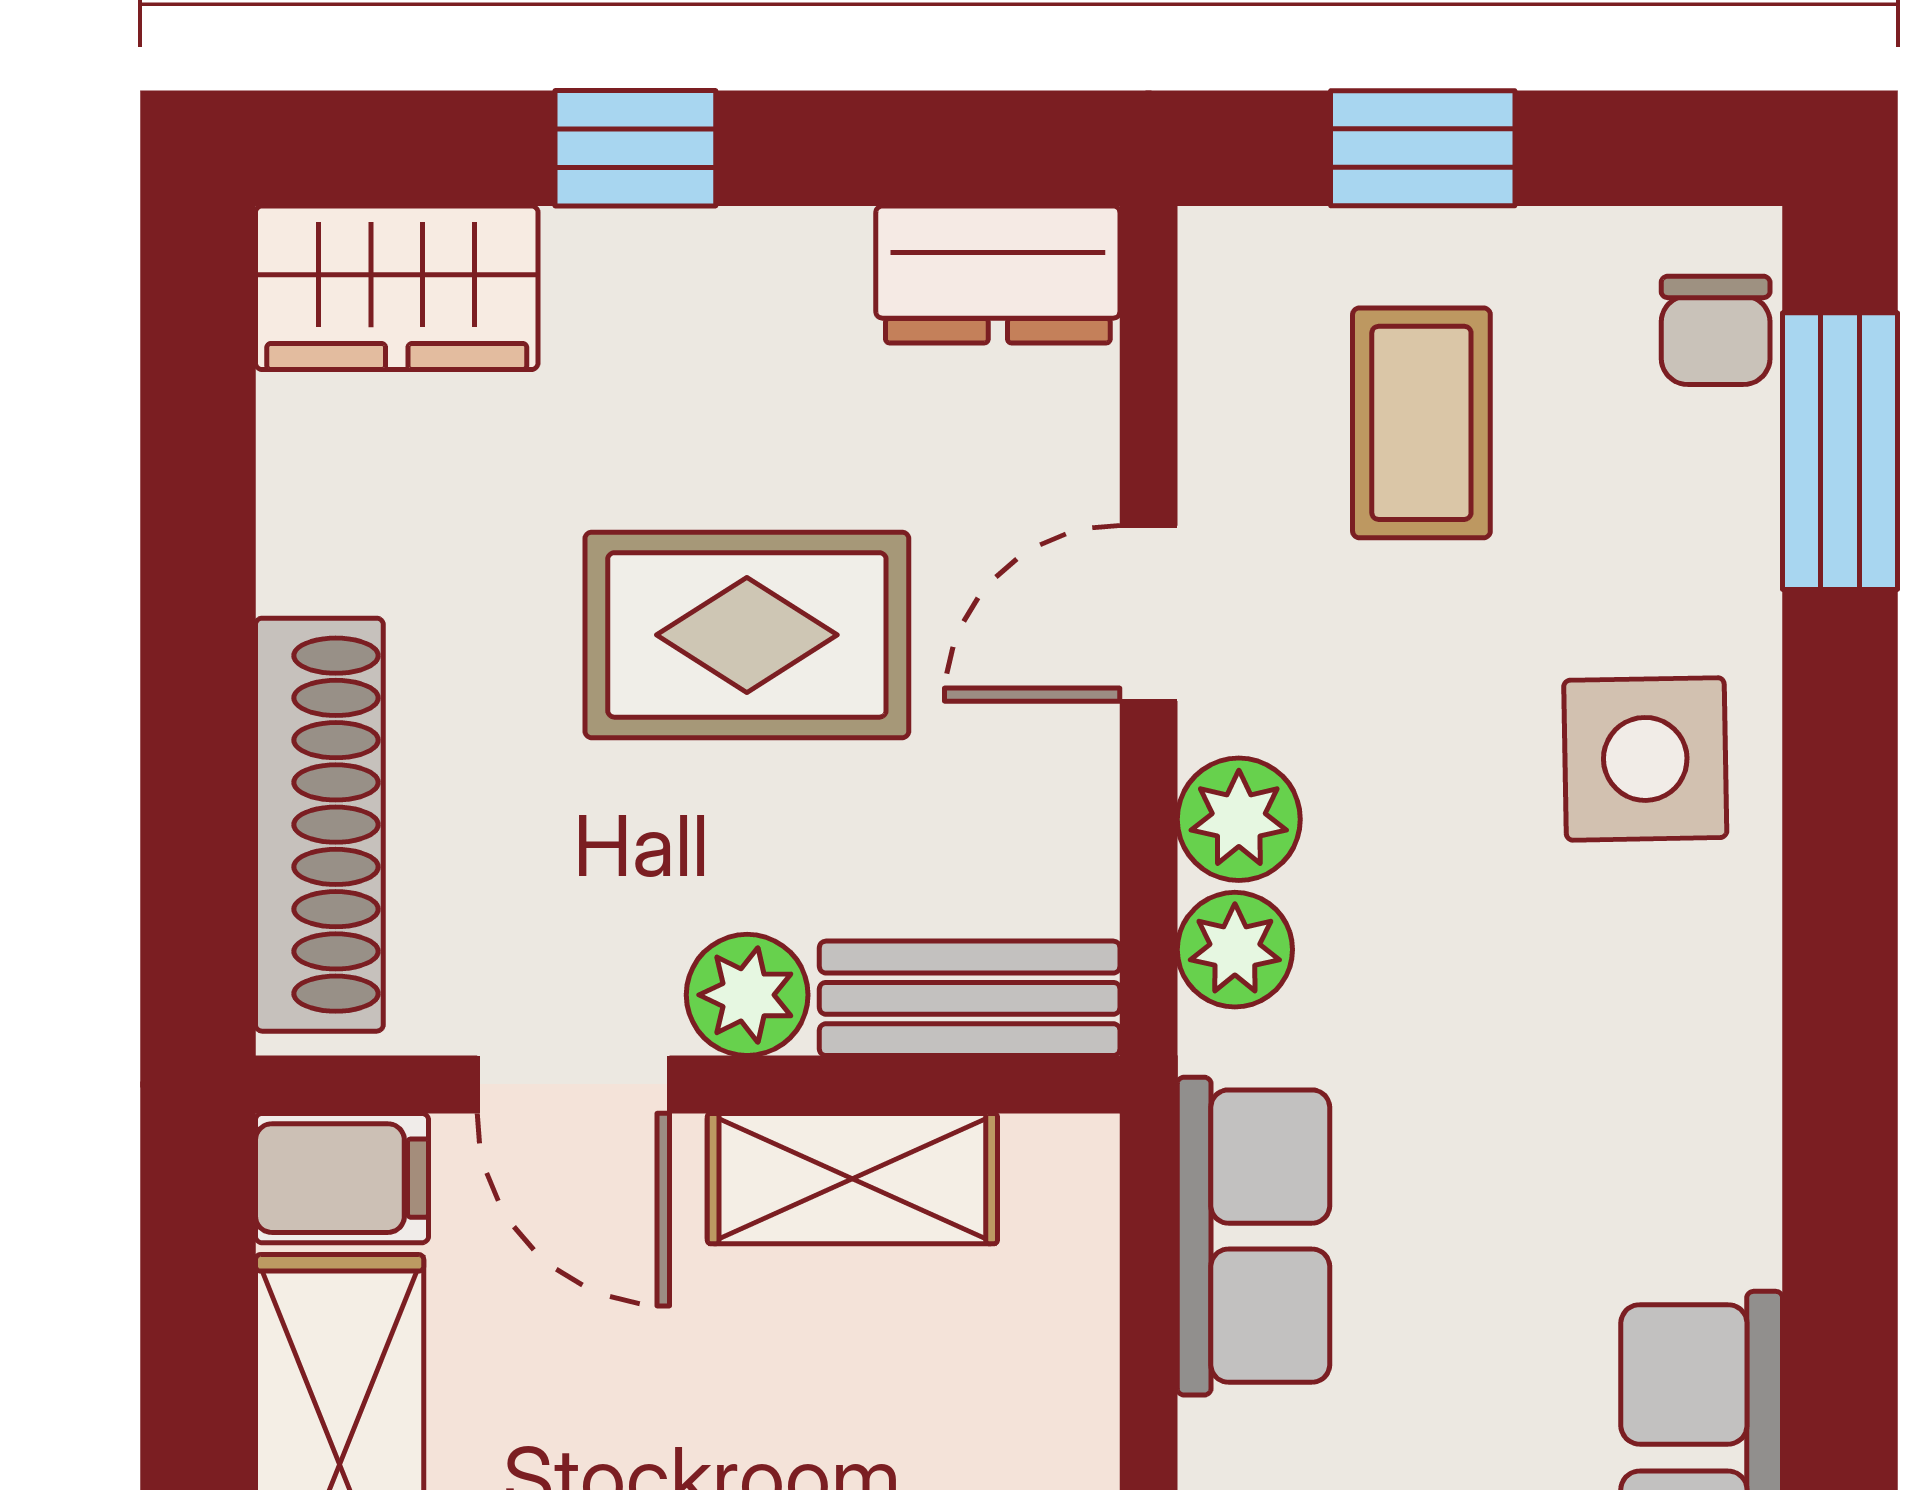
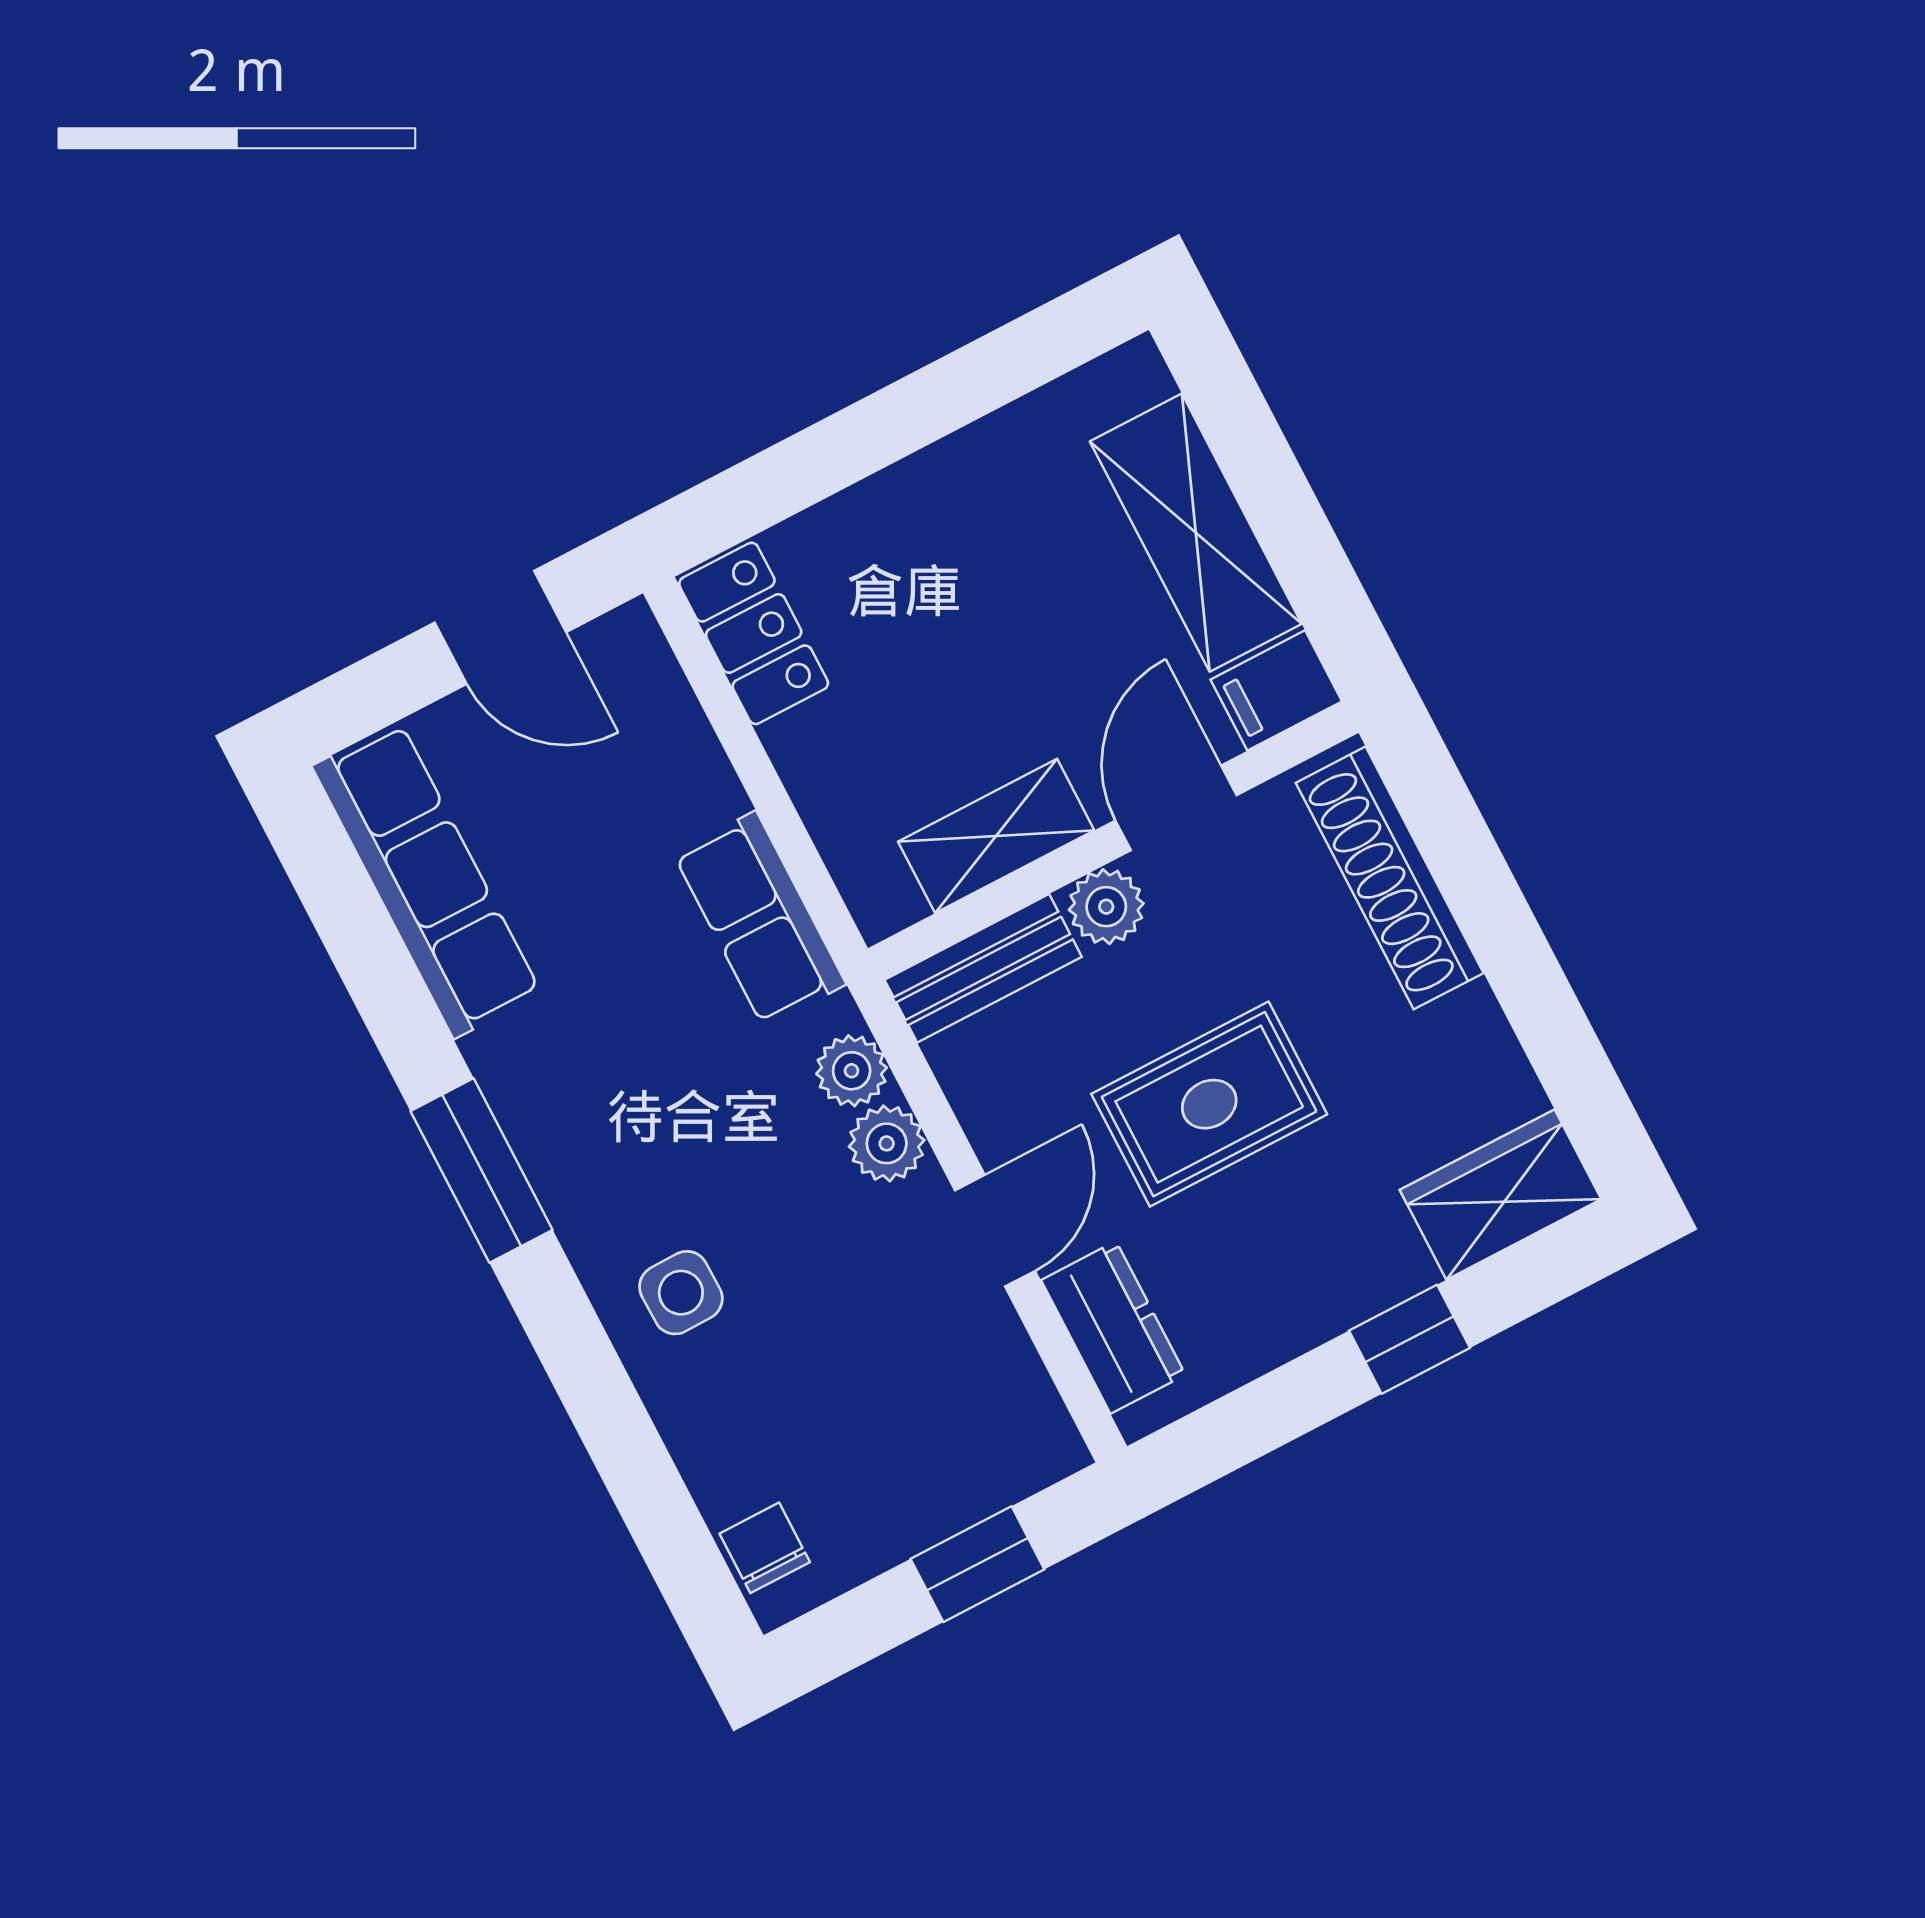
dresser: (998, 274) -> (1113, 1327), moved, turned 90
coffee table: (1421, 423) -> (900, 1413), removed
window: (1840, 451) -> (482, 1170), moved
side table: (1645, 759) -> (681, 1293), width x0.73, depth x0.73
door: (573, 1084) -> (1176, 808), hinge flipped

